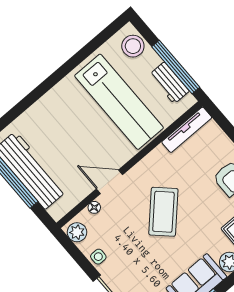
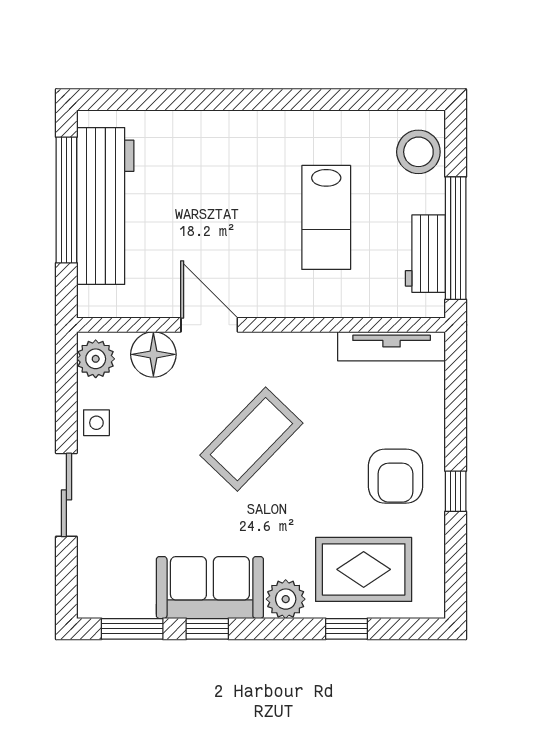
lab bench: (119, 102) -> (326, 217), width x0.54, depth x0.72
floor lamp: (94, 207) -> (153, 354), width x1.89, depth x1.89

